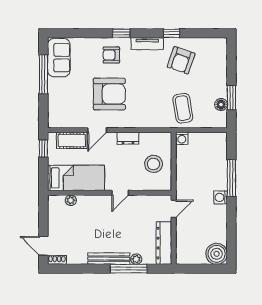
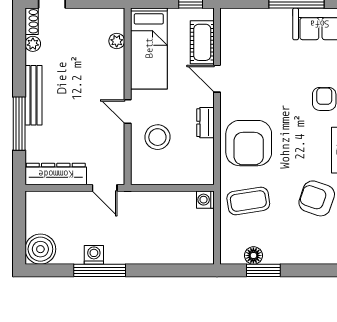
armchair: (109, 94) -> (249, 143), moved
stool: (153, 164) -> (157, 137), moved
window: (231, 178) -> (100, 270), moved
washing machine: (221, 197) -> (94, 255), moved
plant: (136, 259) -> (33, 44), moved

